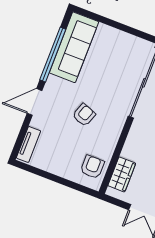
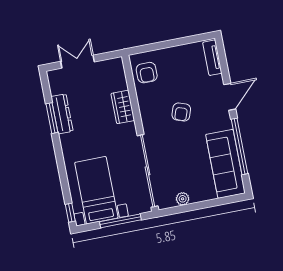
plant: (129, 40) -> (183, 199), added
wardrobe: (122, 174) -> (123, 107), moved

